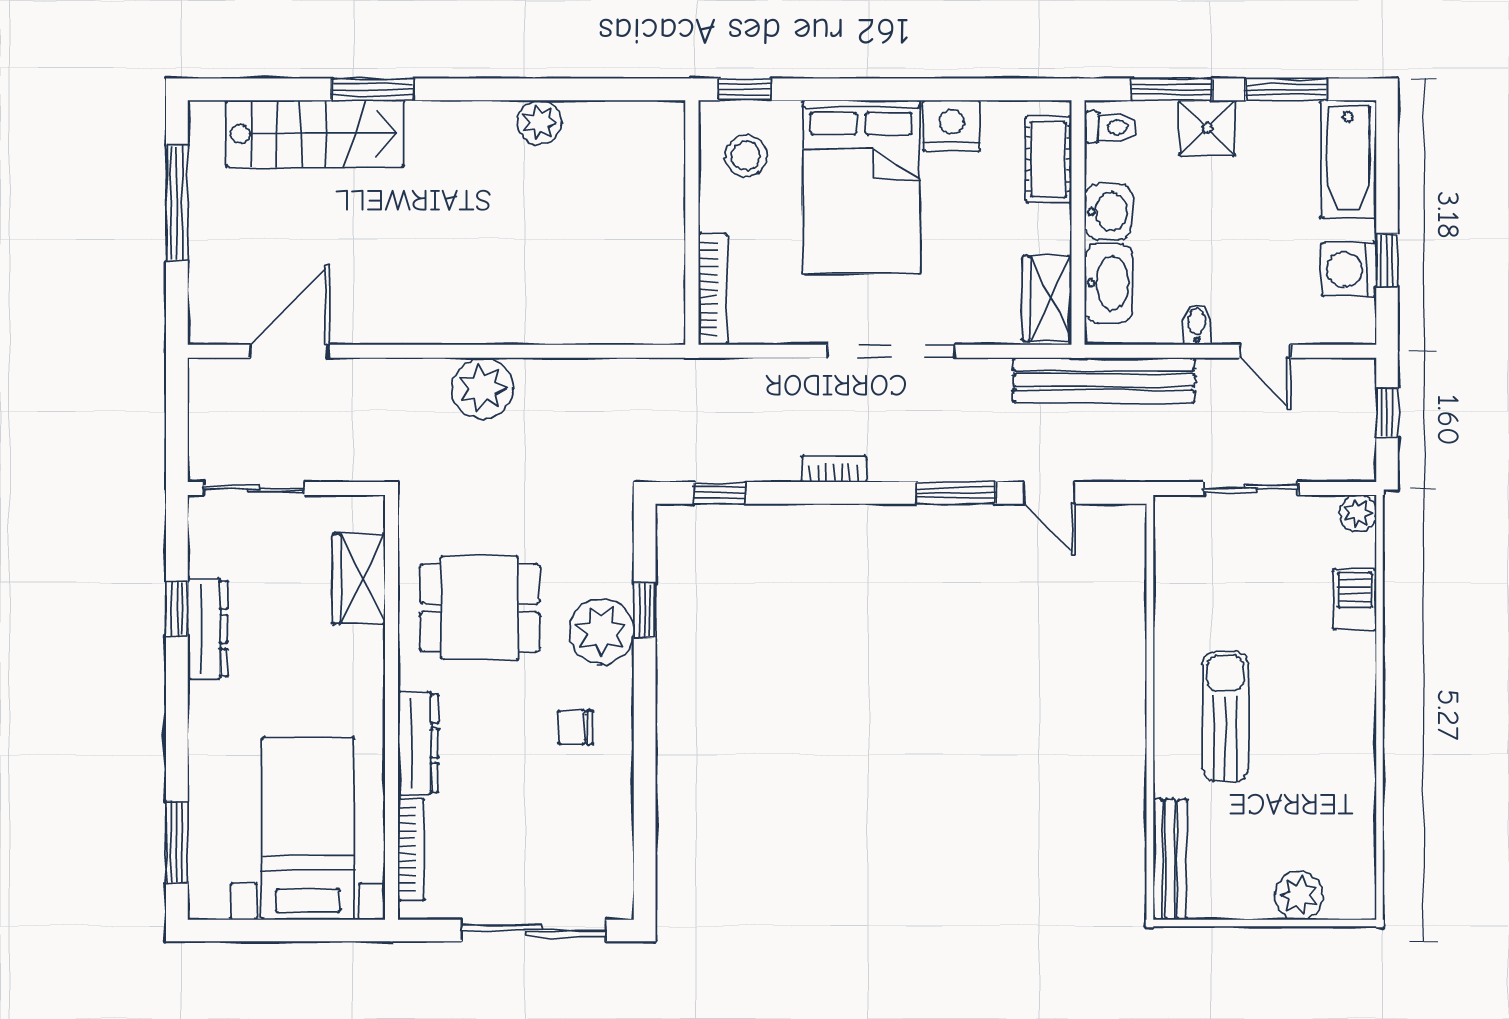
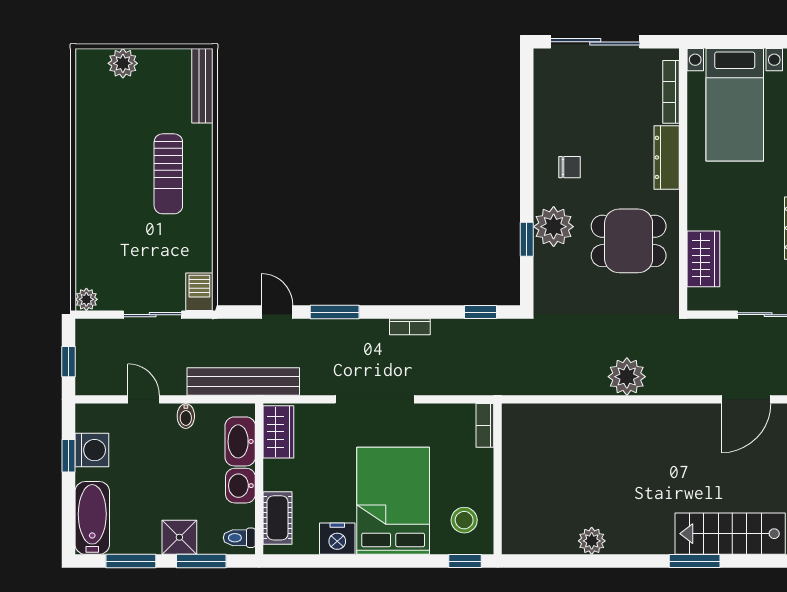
bookcase: (713, 289) -> (485, 425), width x0.64
barbecue: (1355, 600) -> (199, 292), moved, turned 180

